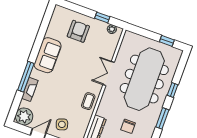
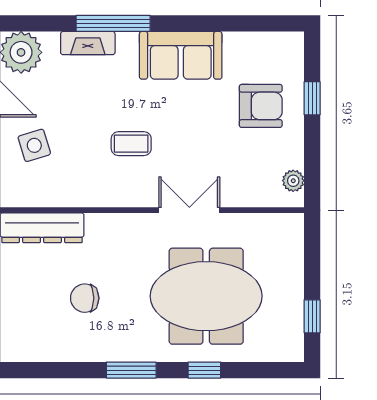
window: (102, 17) -> (312, 98), moved
meeting table: (144, 79) -> (206, 296), width x0.73
coffee table: (88, 101) -> (131, 144), moved

